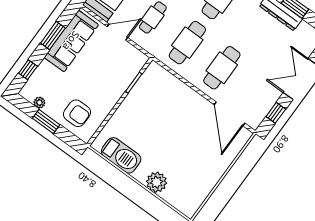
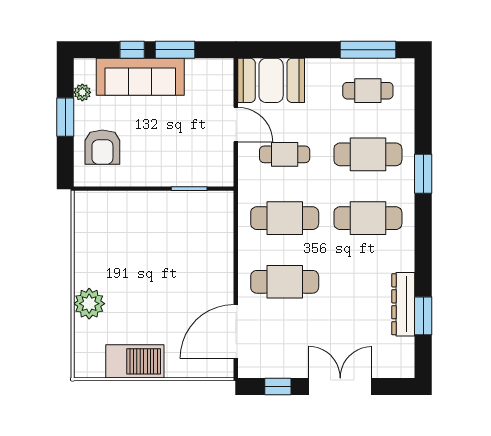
sofa: (71, 41) -> (140, 77), moved
window: (28, 70) -> (132, 50), moved
barbecue: (121, 155) -> (135, 361), moved, turned -90

